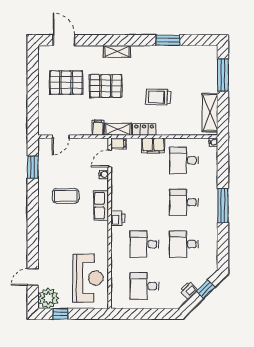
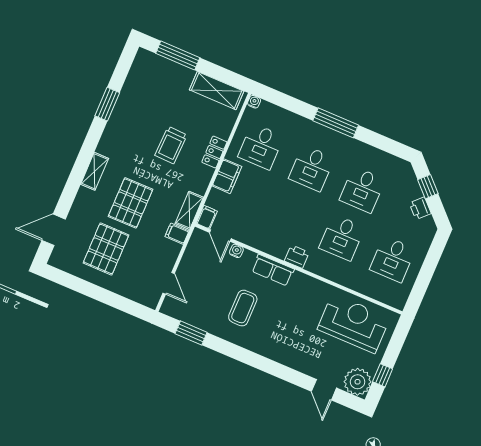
locker: (144, 129) -> (214, 152), moved

